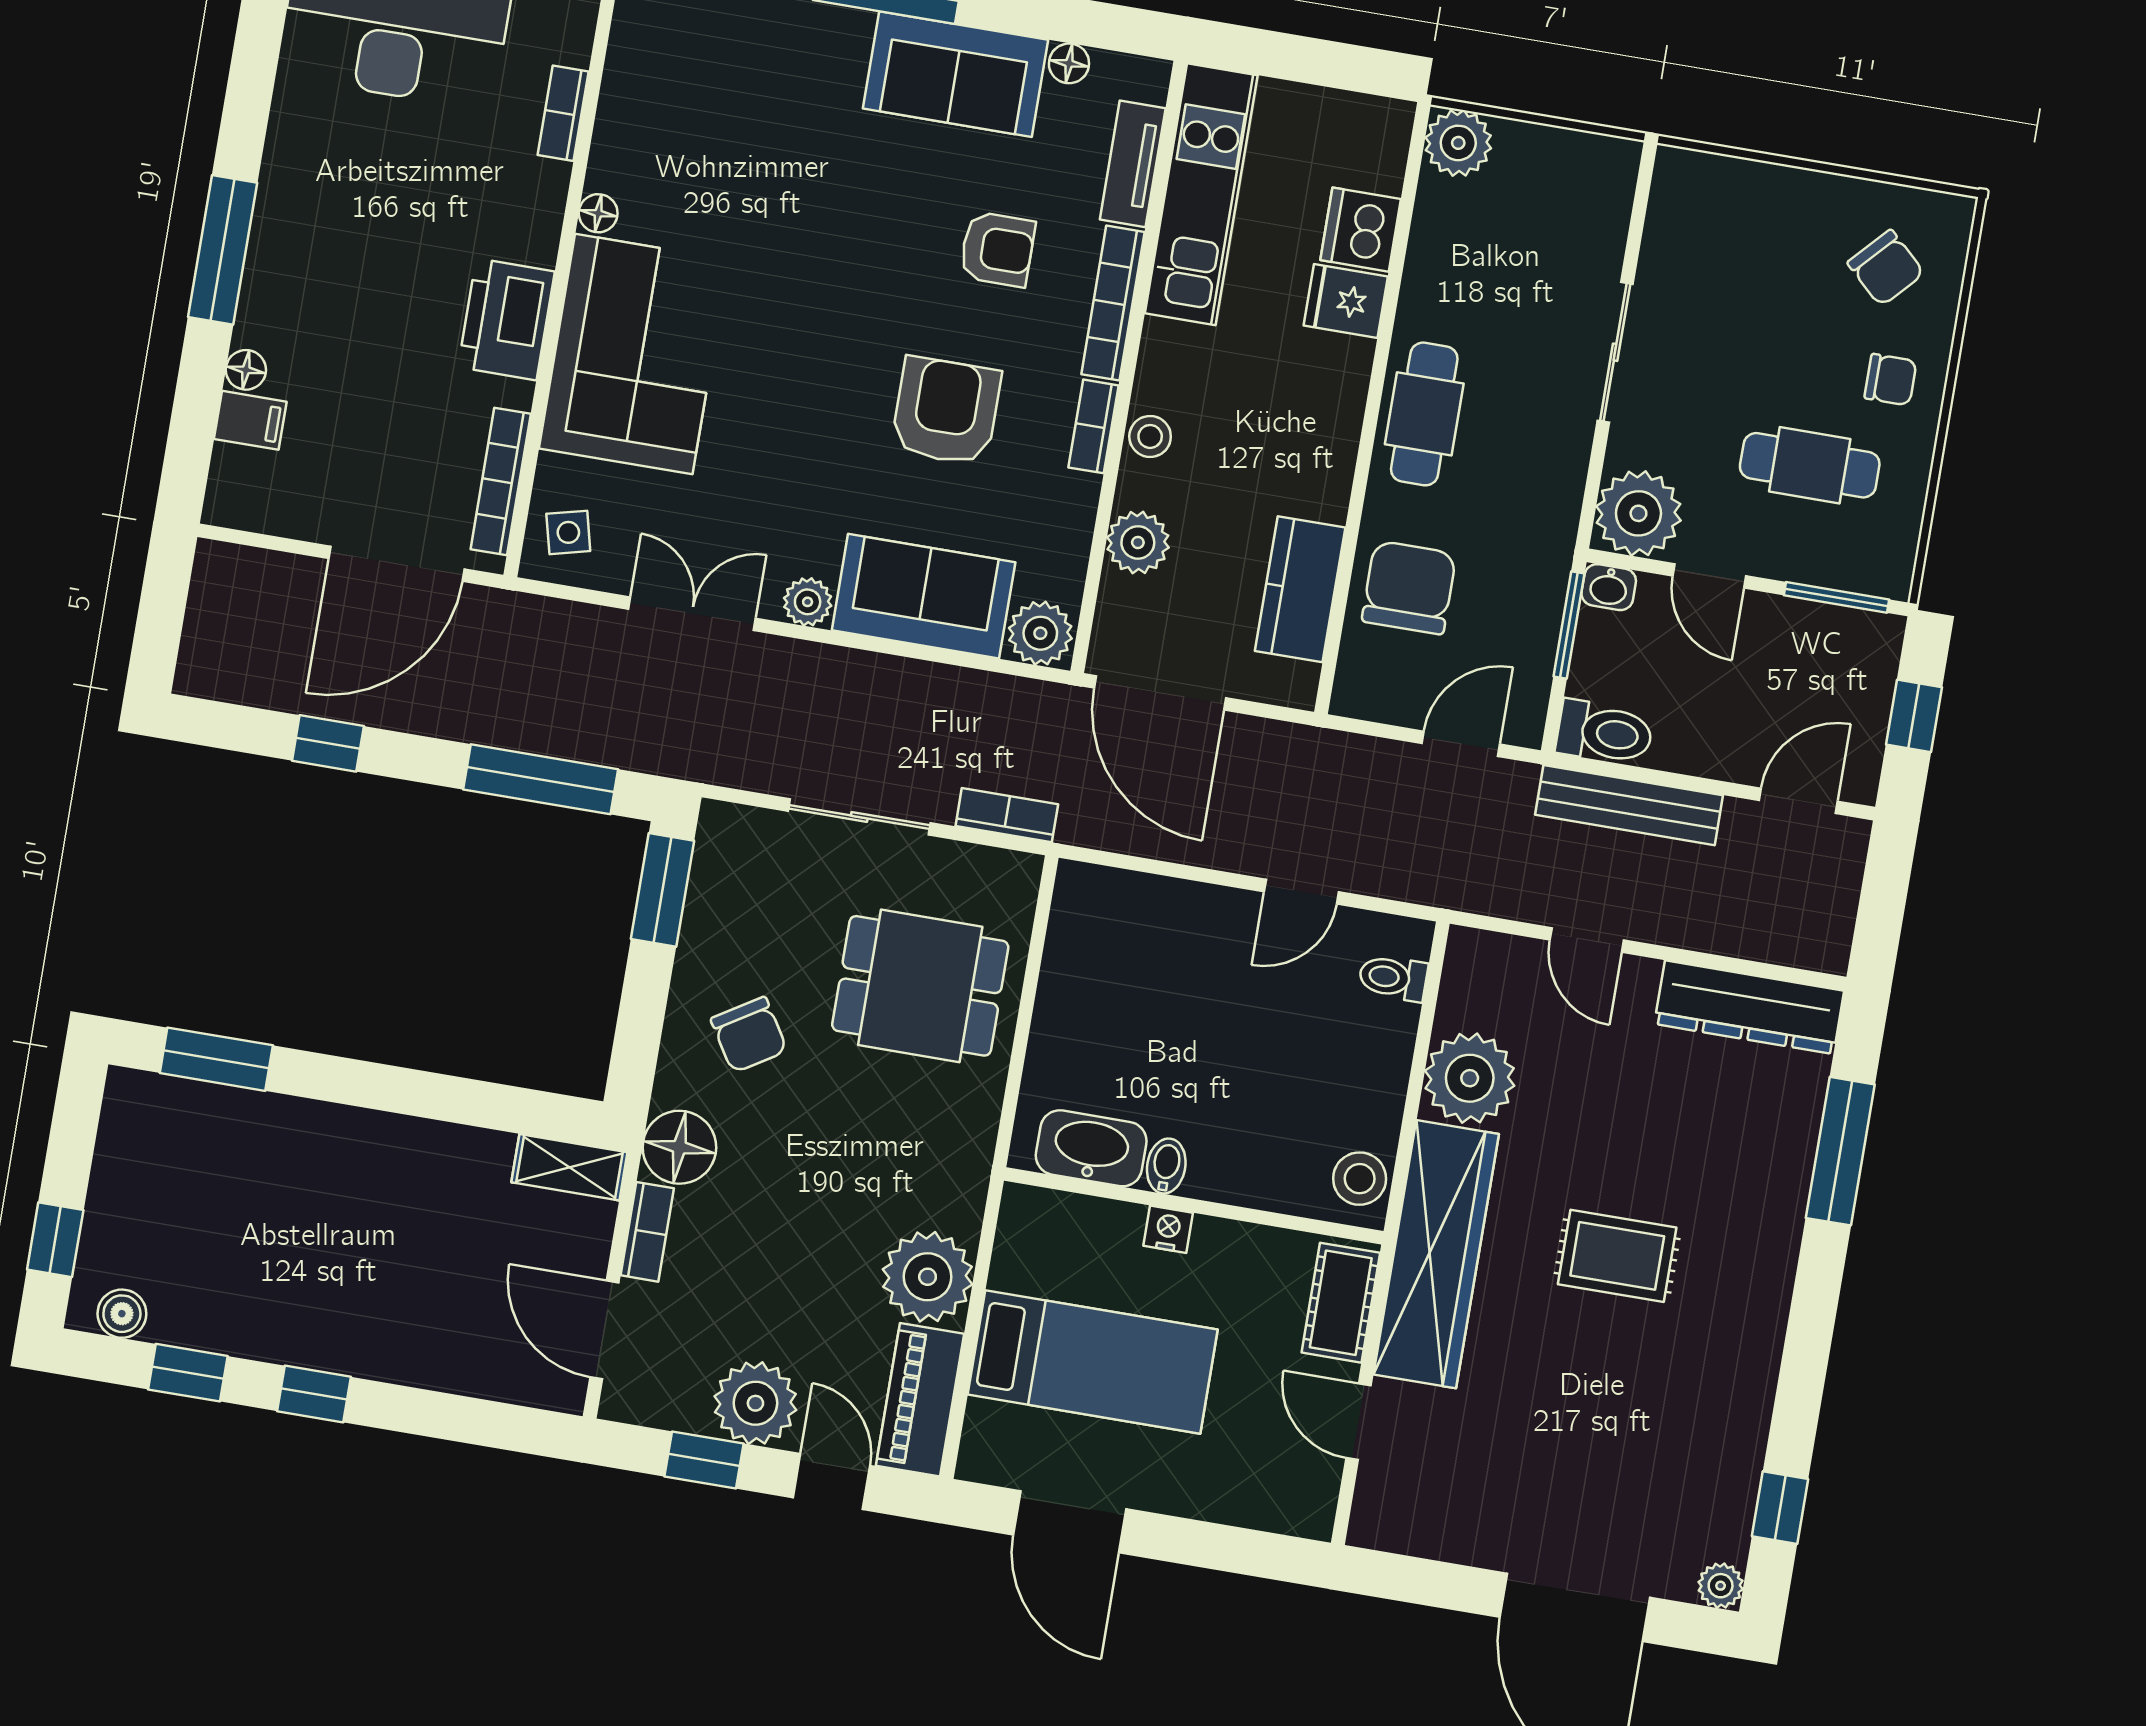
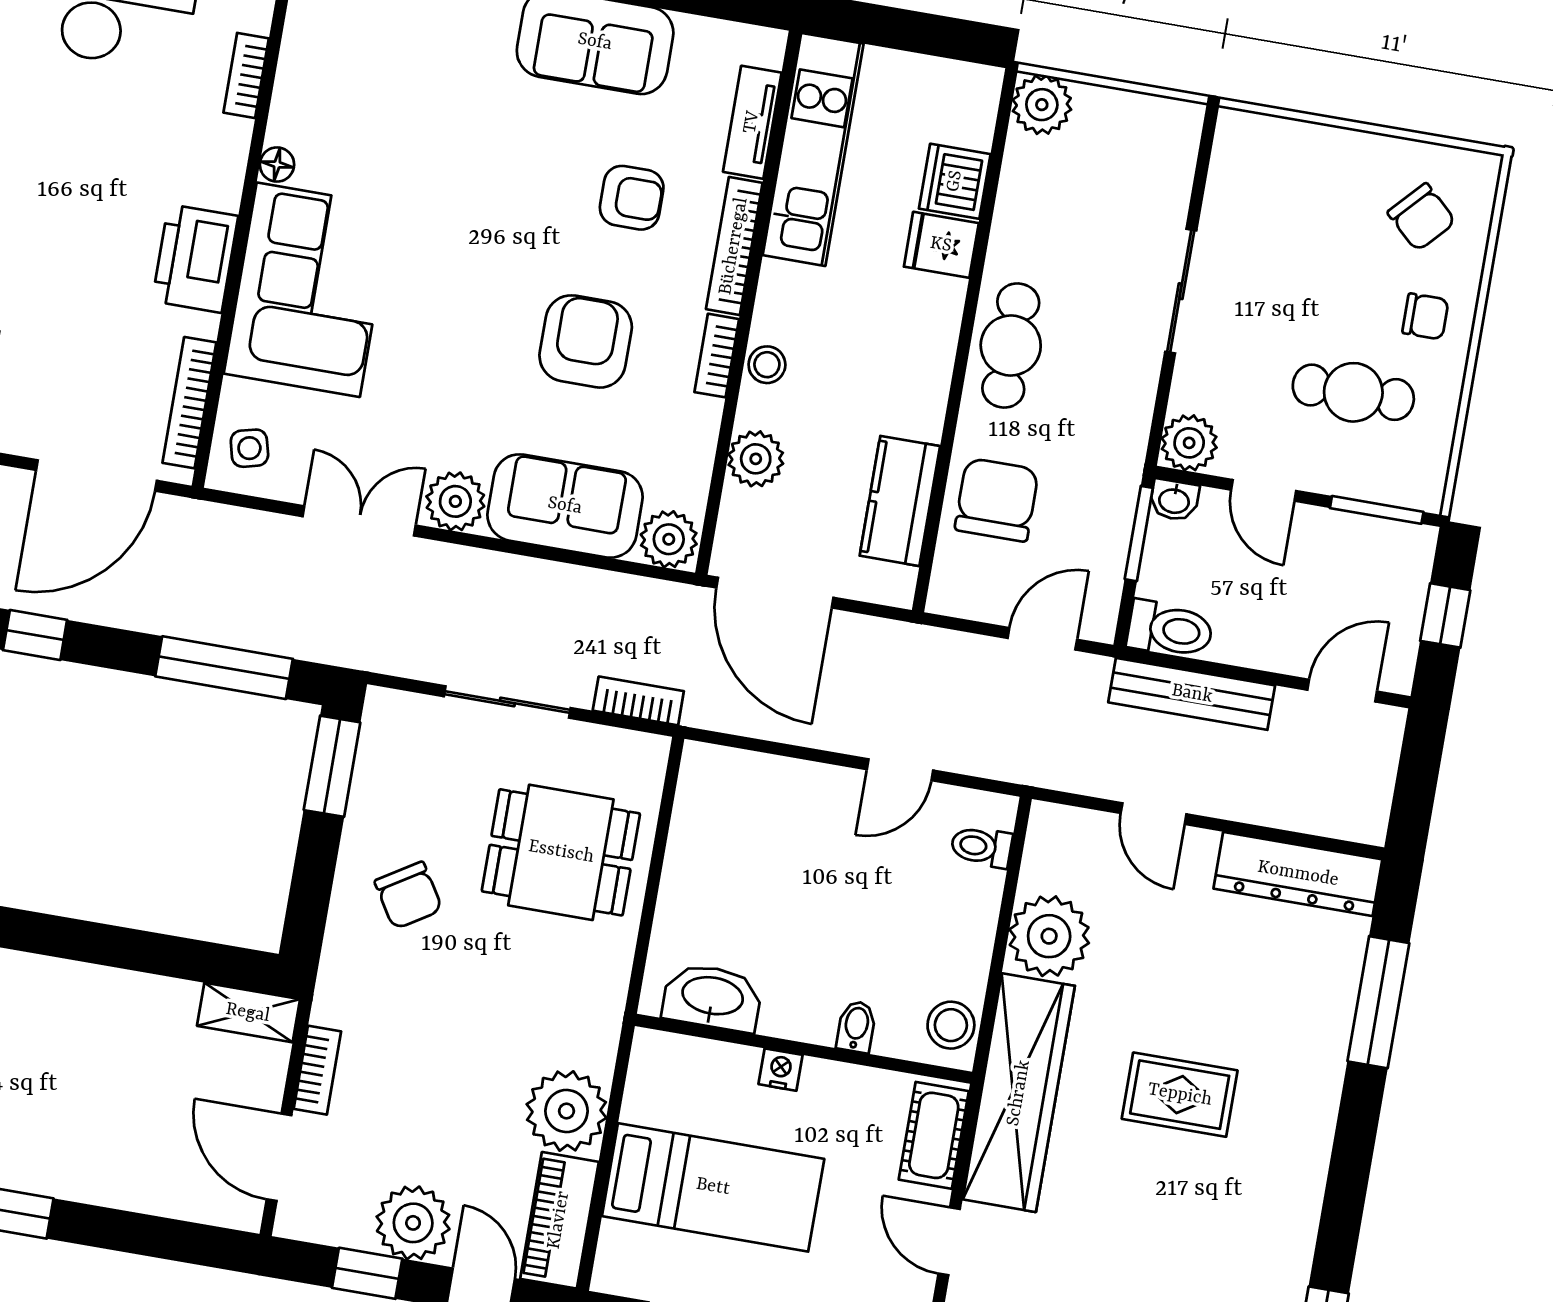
floor lamp: (1069, 63) -> (696, 33), removed
plant: (1638, 513) -> (1189, 443), width x0.73, depth x0.73
plant: (808, 602) -> (455, 501), width x1.38, depth x1.38
floor lamp: (679, 1147) -> (346, 995), removed
bidet: (1166, 1166) -> (856, 1027), moved

